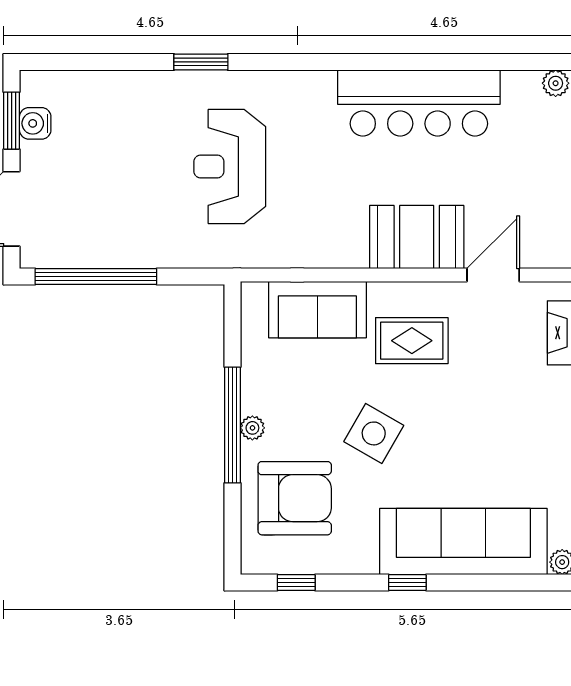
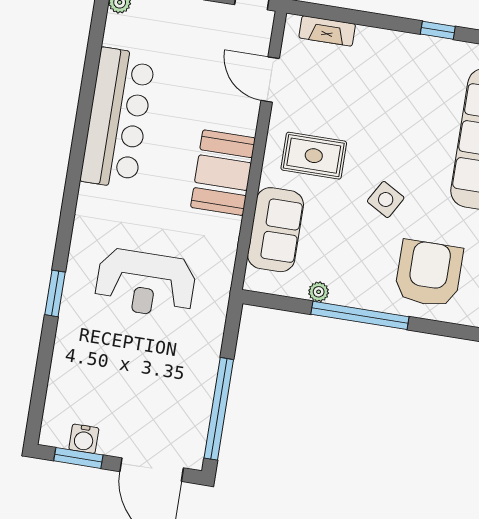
booth: (417, 237) -> (223, 173), moved
rug: (412, 341) -> (314, 156), turned 90
plant: (252, 428) -> (319, 292), moved
side table: (374, 433) -> (386, 199), width x0.73, depth x0.73

